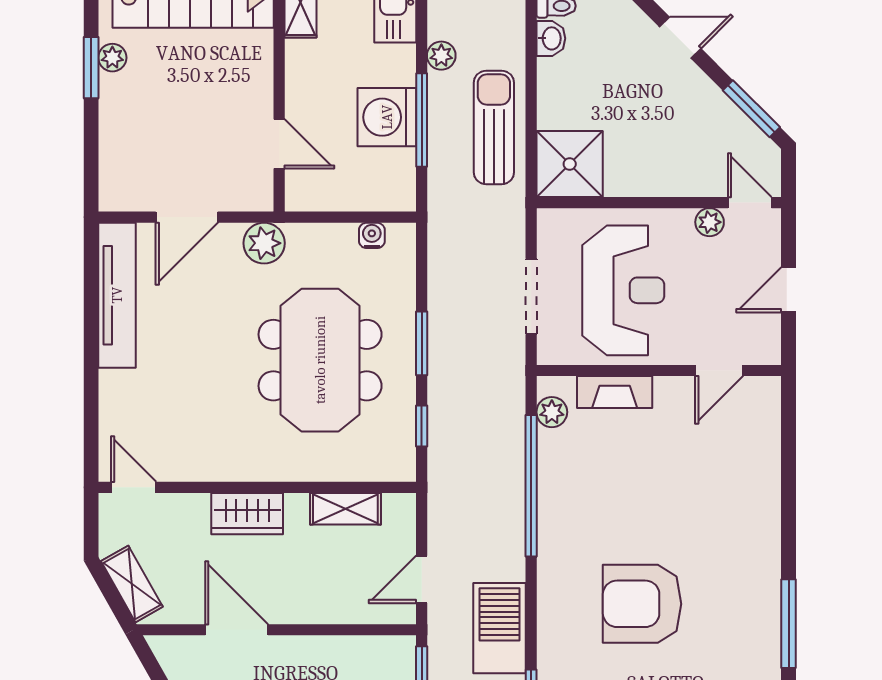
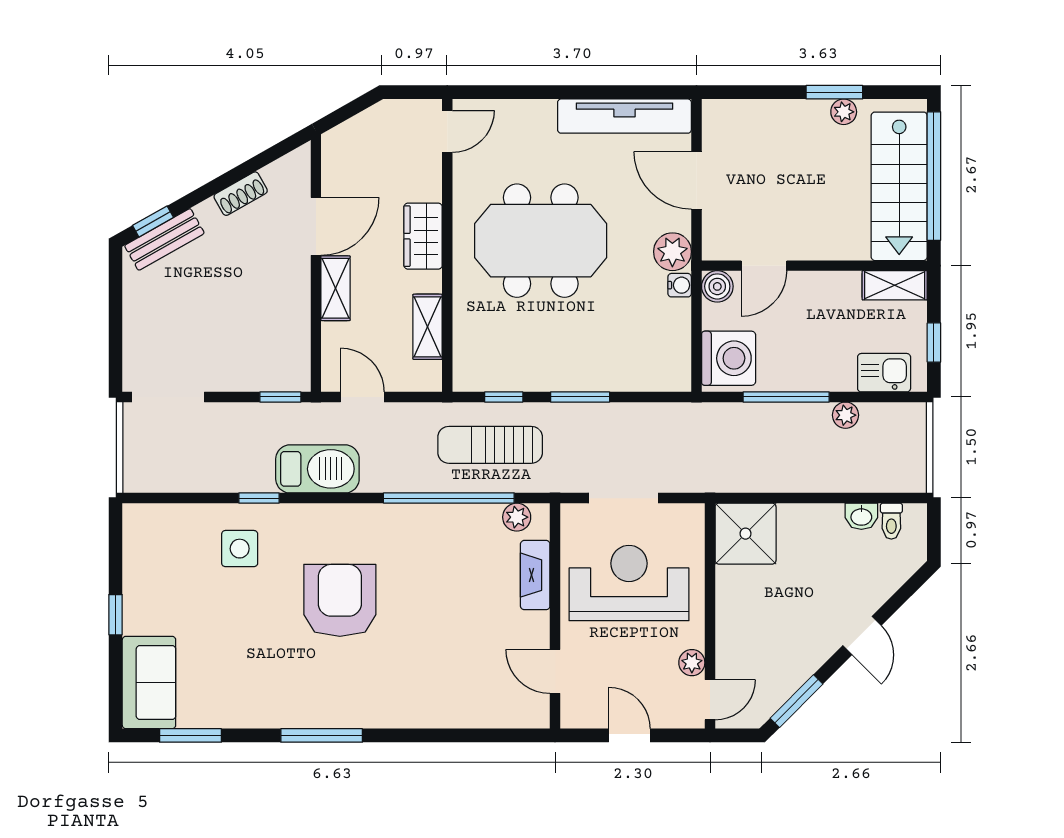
washing machine: (387, 117) -> (729, 358), moved, turned 90
sun lounger: (494, 127) -> (490, 445), moved, turned 180
boiler: (302, 195) -> (717, 286), added
water cooler: (372, 235) -> (680, 285), moved
reception desk: (623, 290) -> (629, 583), turned 180
meeting table: (320, 360) -> (541, 241), moved
shelving: (132, 584) -> (336, 288), moved, turned -60

